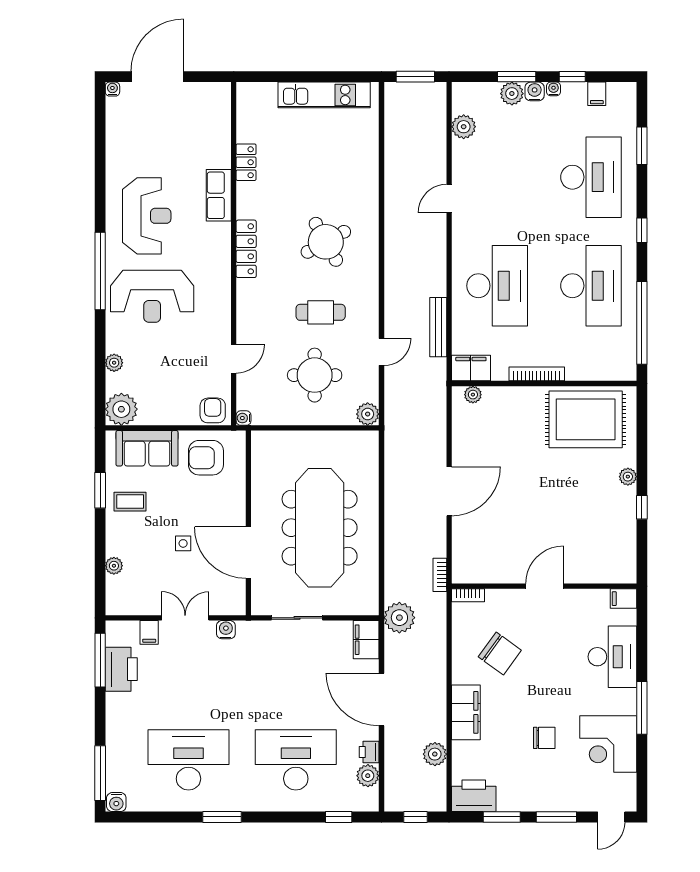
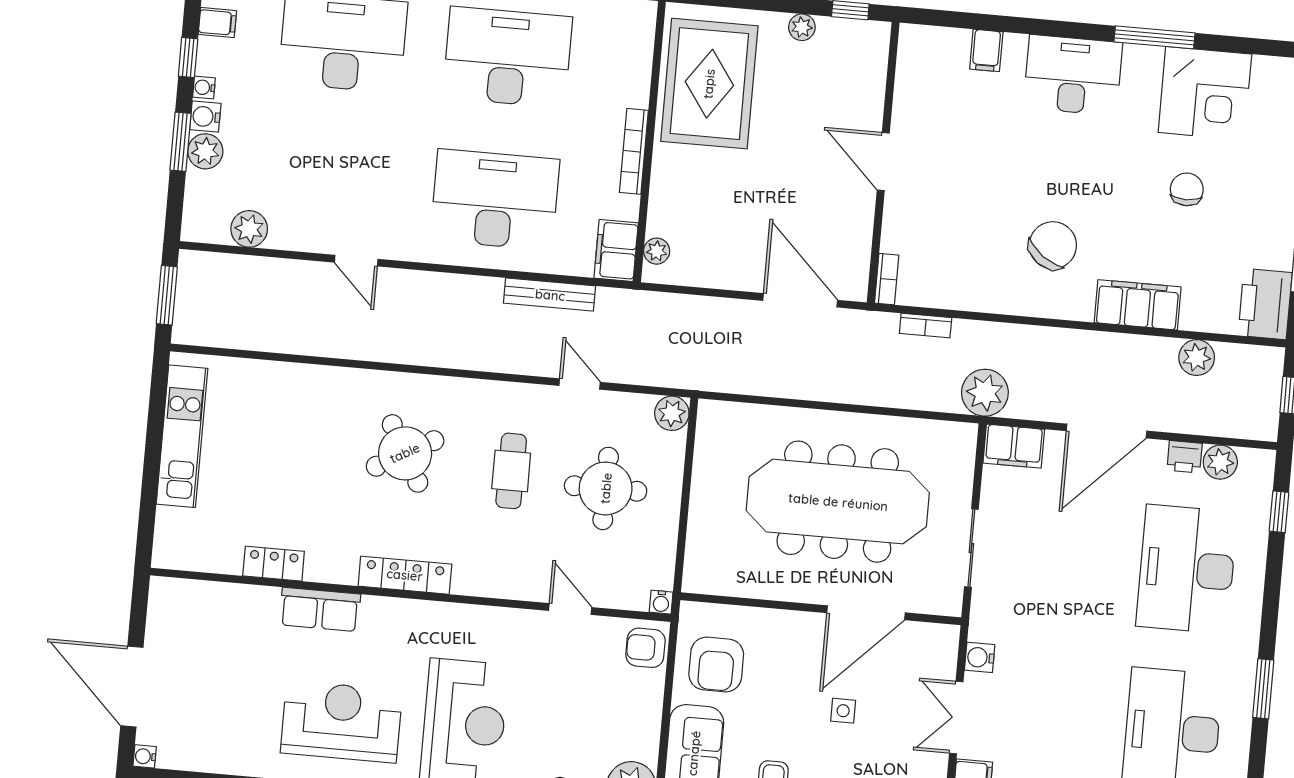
wall: (544, 586) -> (883, 163), moved
door: (545, 586) -> (883, 161), moved
bookcase: (468, 595) -> (887, 279), moved

